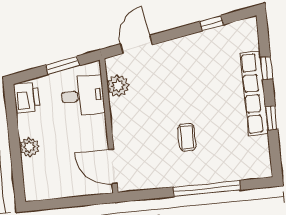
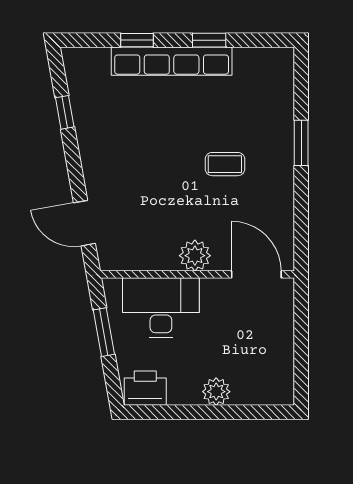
plant: (118, 86) -> (195, 256), moved
desk: (83, 96) -> (161, 308), width x1.37
door: (113, 167) -> (256, 274), swing flipped
window: (207, 188) -> (301, 143), width x0.47

